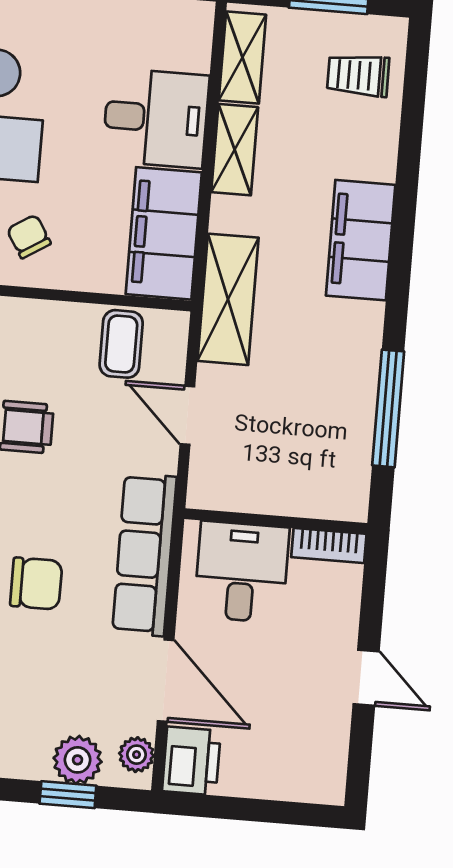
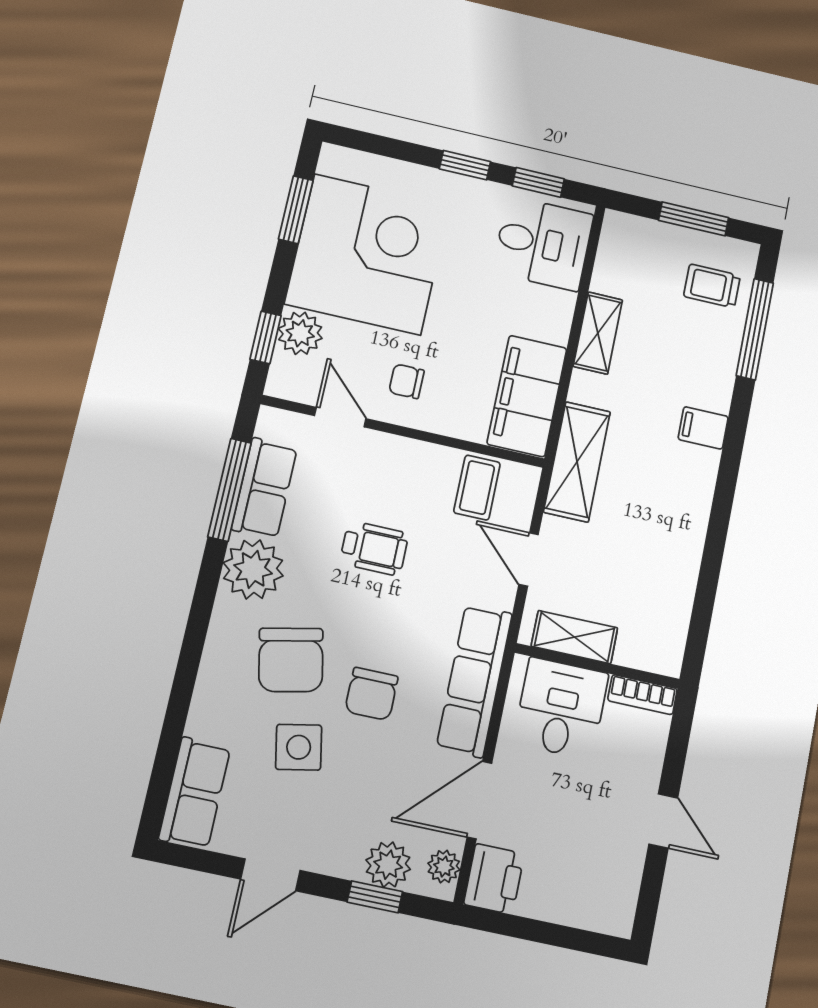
shelving: (242, 57) -> (574, 637), moved, turned 90
desk: (156, 118) -> (543, 243), moved
chair: (29, 236) -> (406, 381), turned -58
filing cabinet: (361, 240) -> (703, 428), width x0.33, depth x0.86
window: (388, 408) -> (755, 329), moved
chair: (36, 583) -> (371, 694), turned 90
door: (166, 681) -> (479, 800), swing flipped

